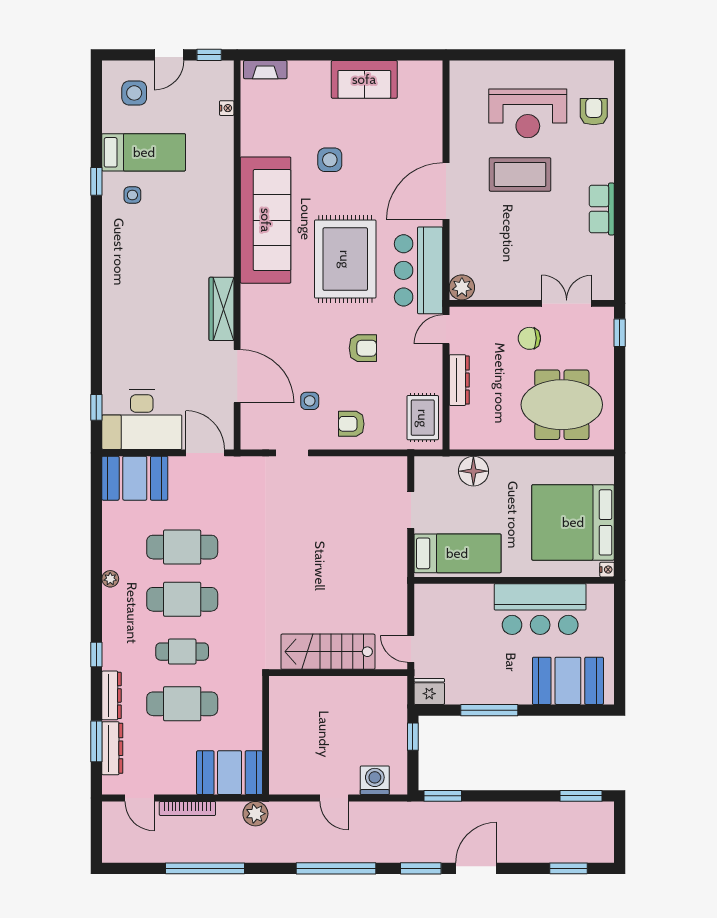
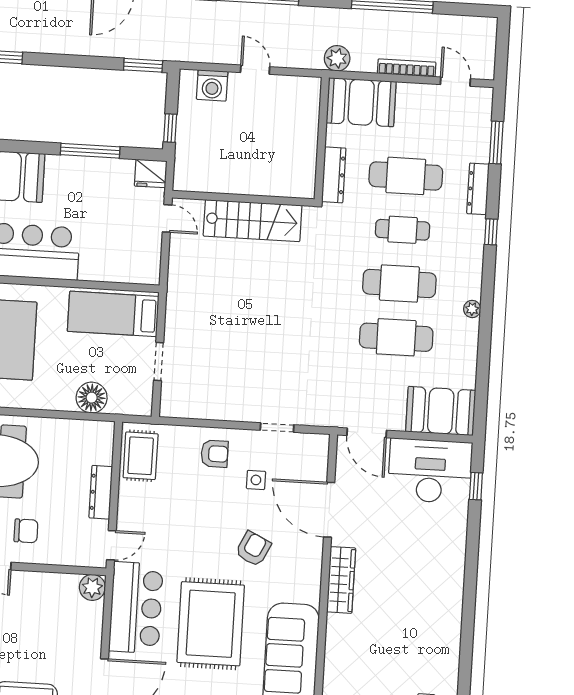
armchair: (363, 348) -> (253, 549), moved, turned 116
dresser: (112, 748) -> (334, 175), moved, turned 180

